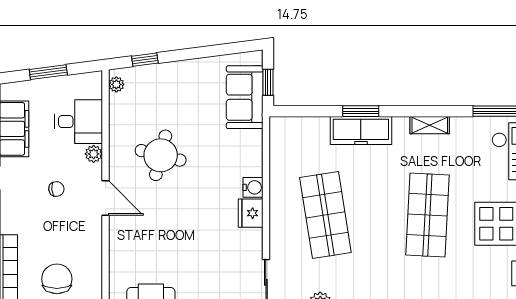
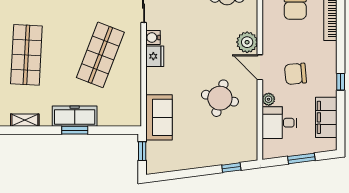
plant: (116, 84) -> (247, 42), moved, width x1.88, depth x1.88
sofa: (245, 97) -> (159, 117), moved
water cooler: (253, 187) -> (153, 38), moved
chair: (56, 189) -> (296, 74), width x1.87, depth x1.87
shop shelf: (325, 215) -> (100, 55), turned 30

